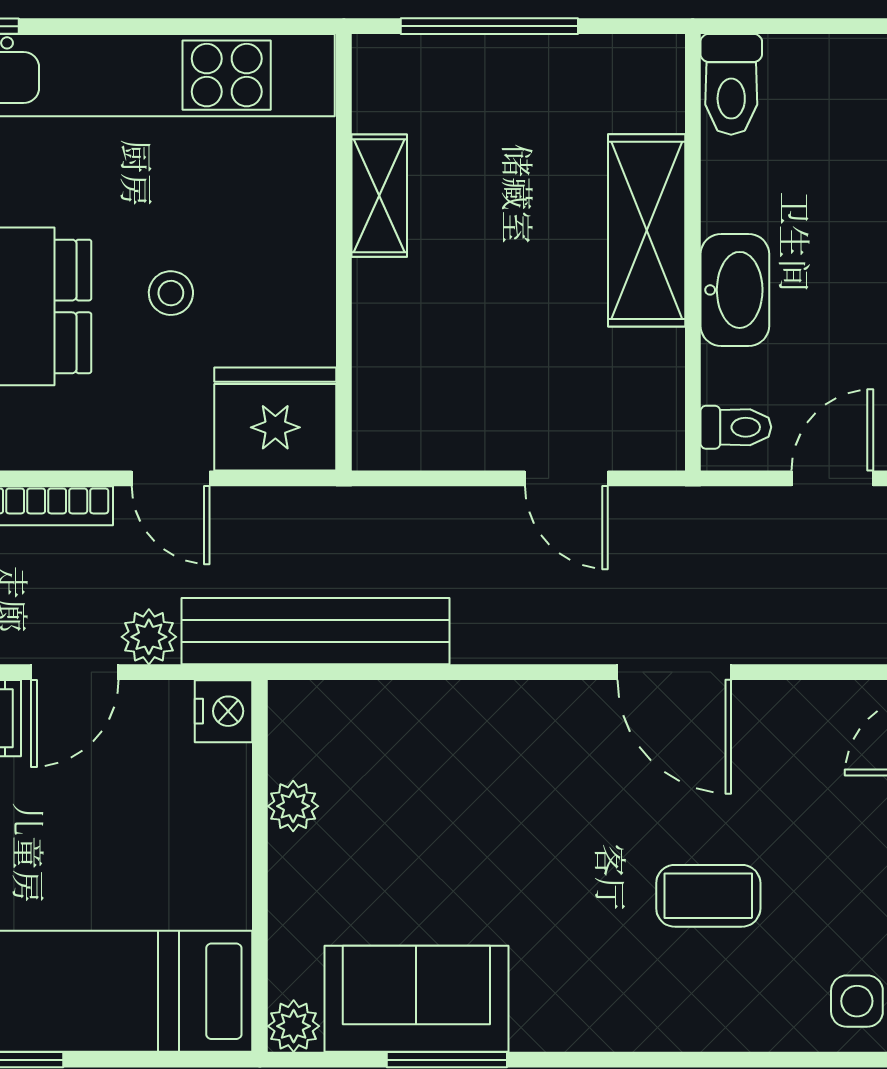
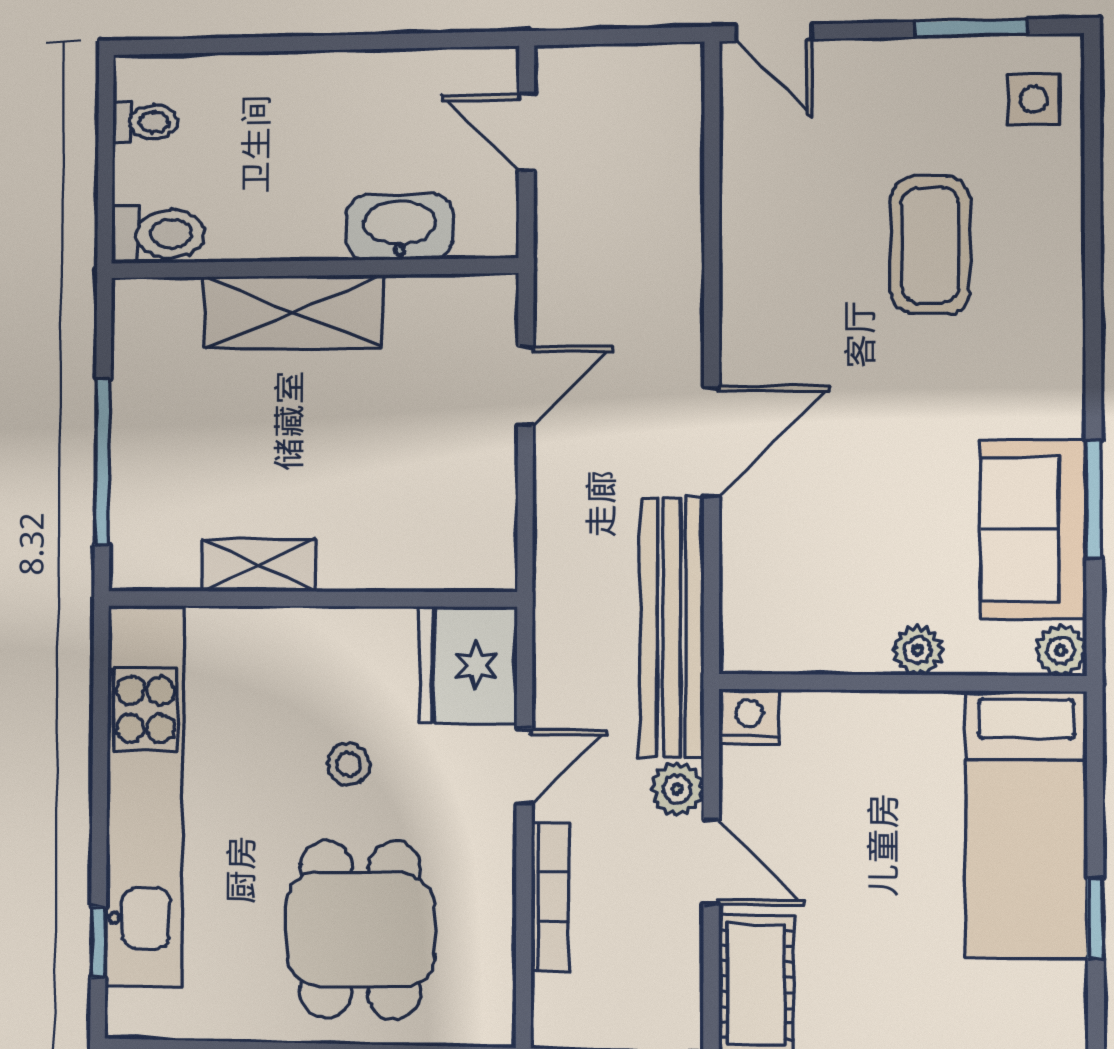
washbasin: (735, 290) -> (400, 227), moved
toilet: (736, 427) -> (145, 122), moved, turned 90
door: (674, 672) -> (712, 441), moved
plant: (293, 806) -> (918, 650), moved
coffee table: (708, 896) -> (930, 245), width x1.36, depth x1.30

